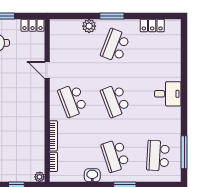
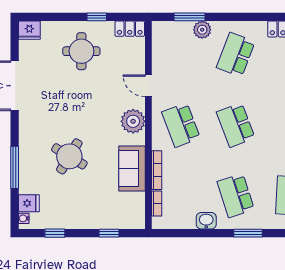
window: (112, 16) -> (190, 17), moved
sofa: (34, 135) -> (132, 169), added
plant: (40, 177) -> (133, 121), moved, width x1.87, depth x1.87

